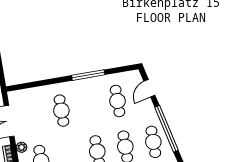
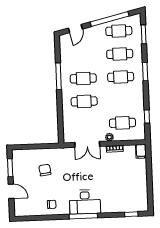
door: (149, 88) -> (75, 29), hinge flipped
cafe table: (117, 101) -> (83, 78), moved

